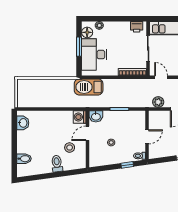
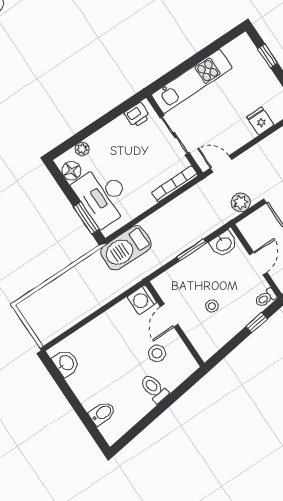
window: (79, 47) -> (86, 218), moved
washbasin: (96, 116) -> (224, 244), moved

